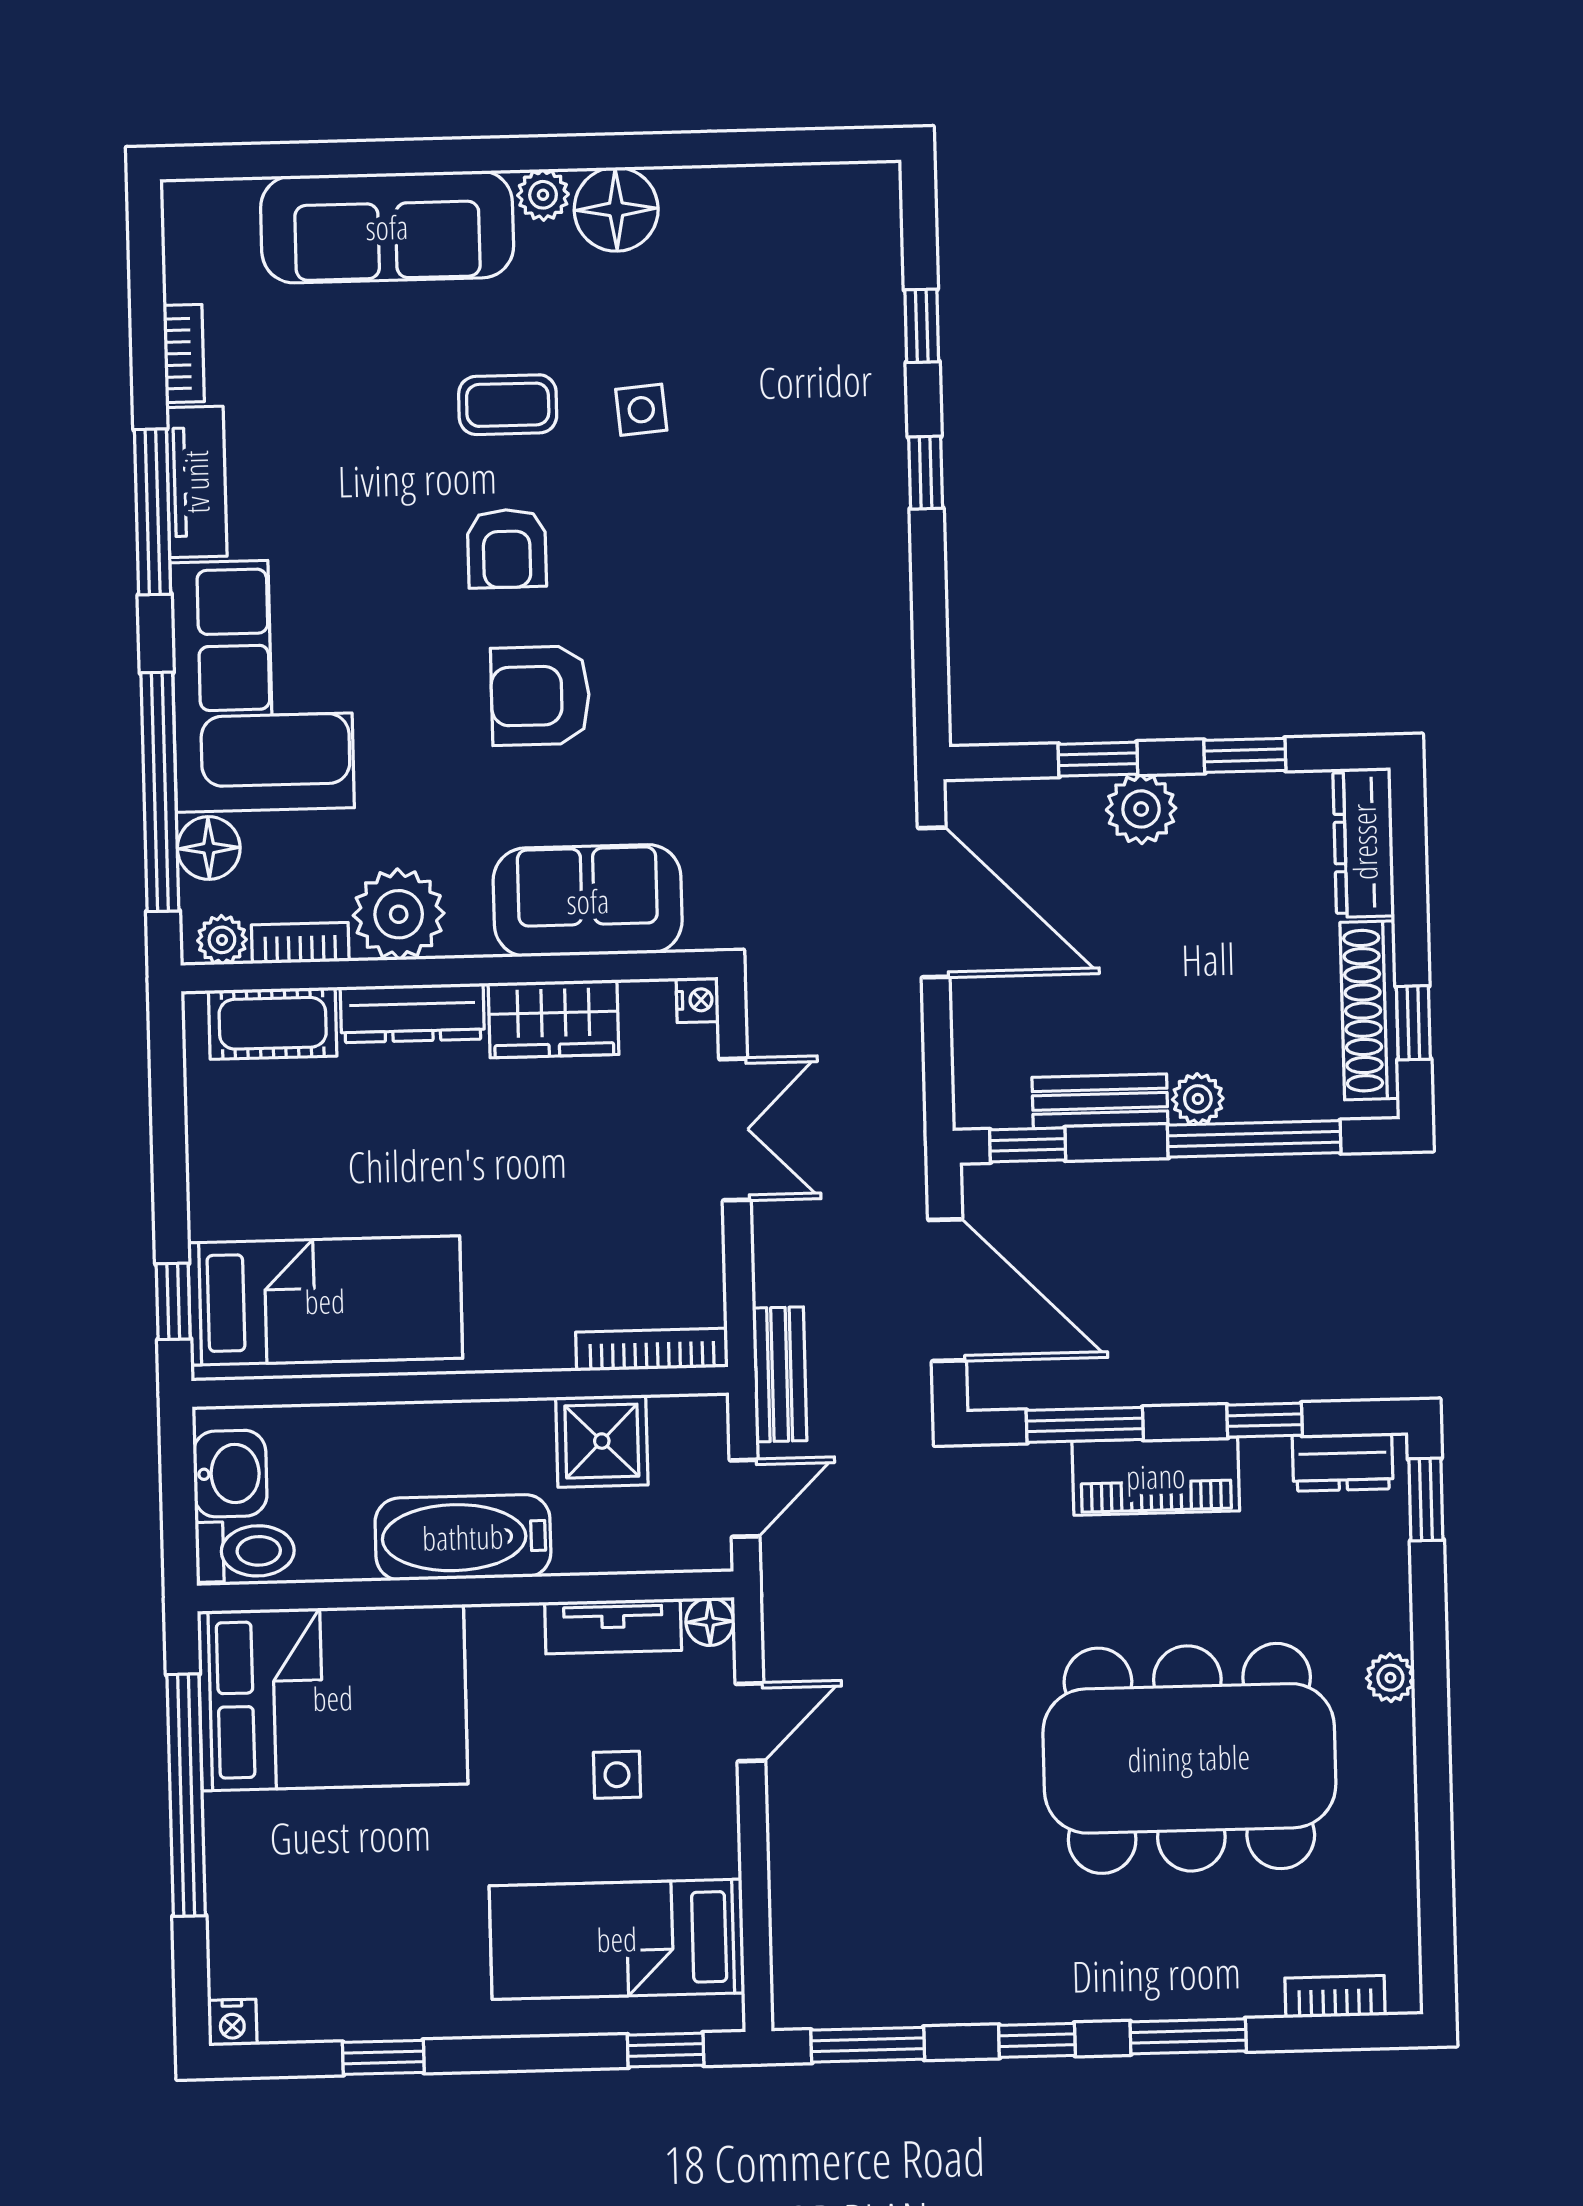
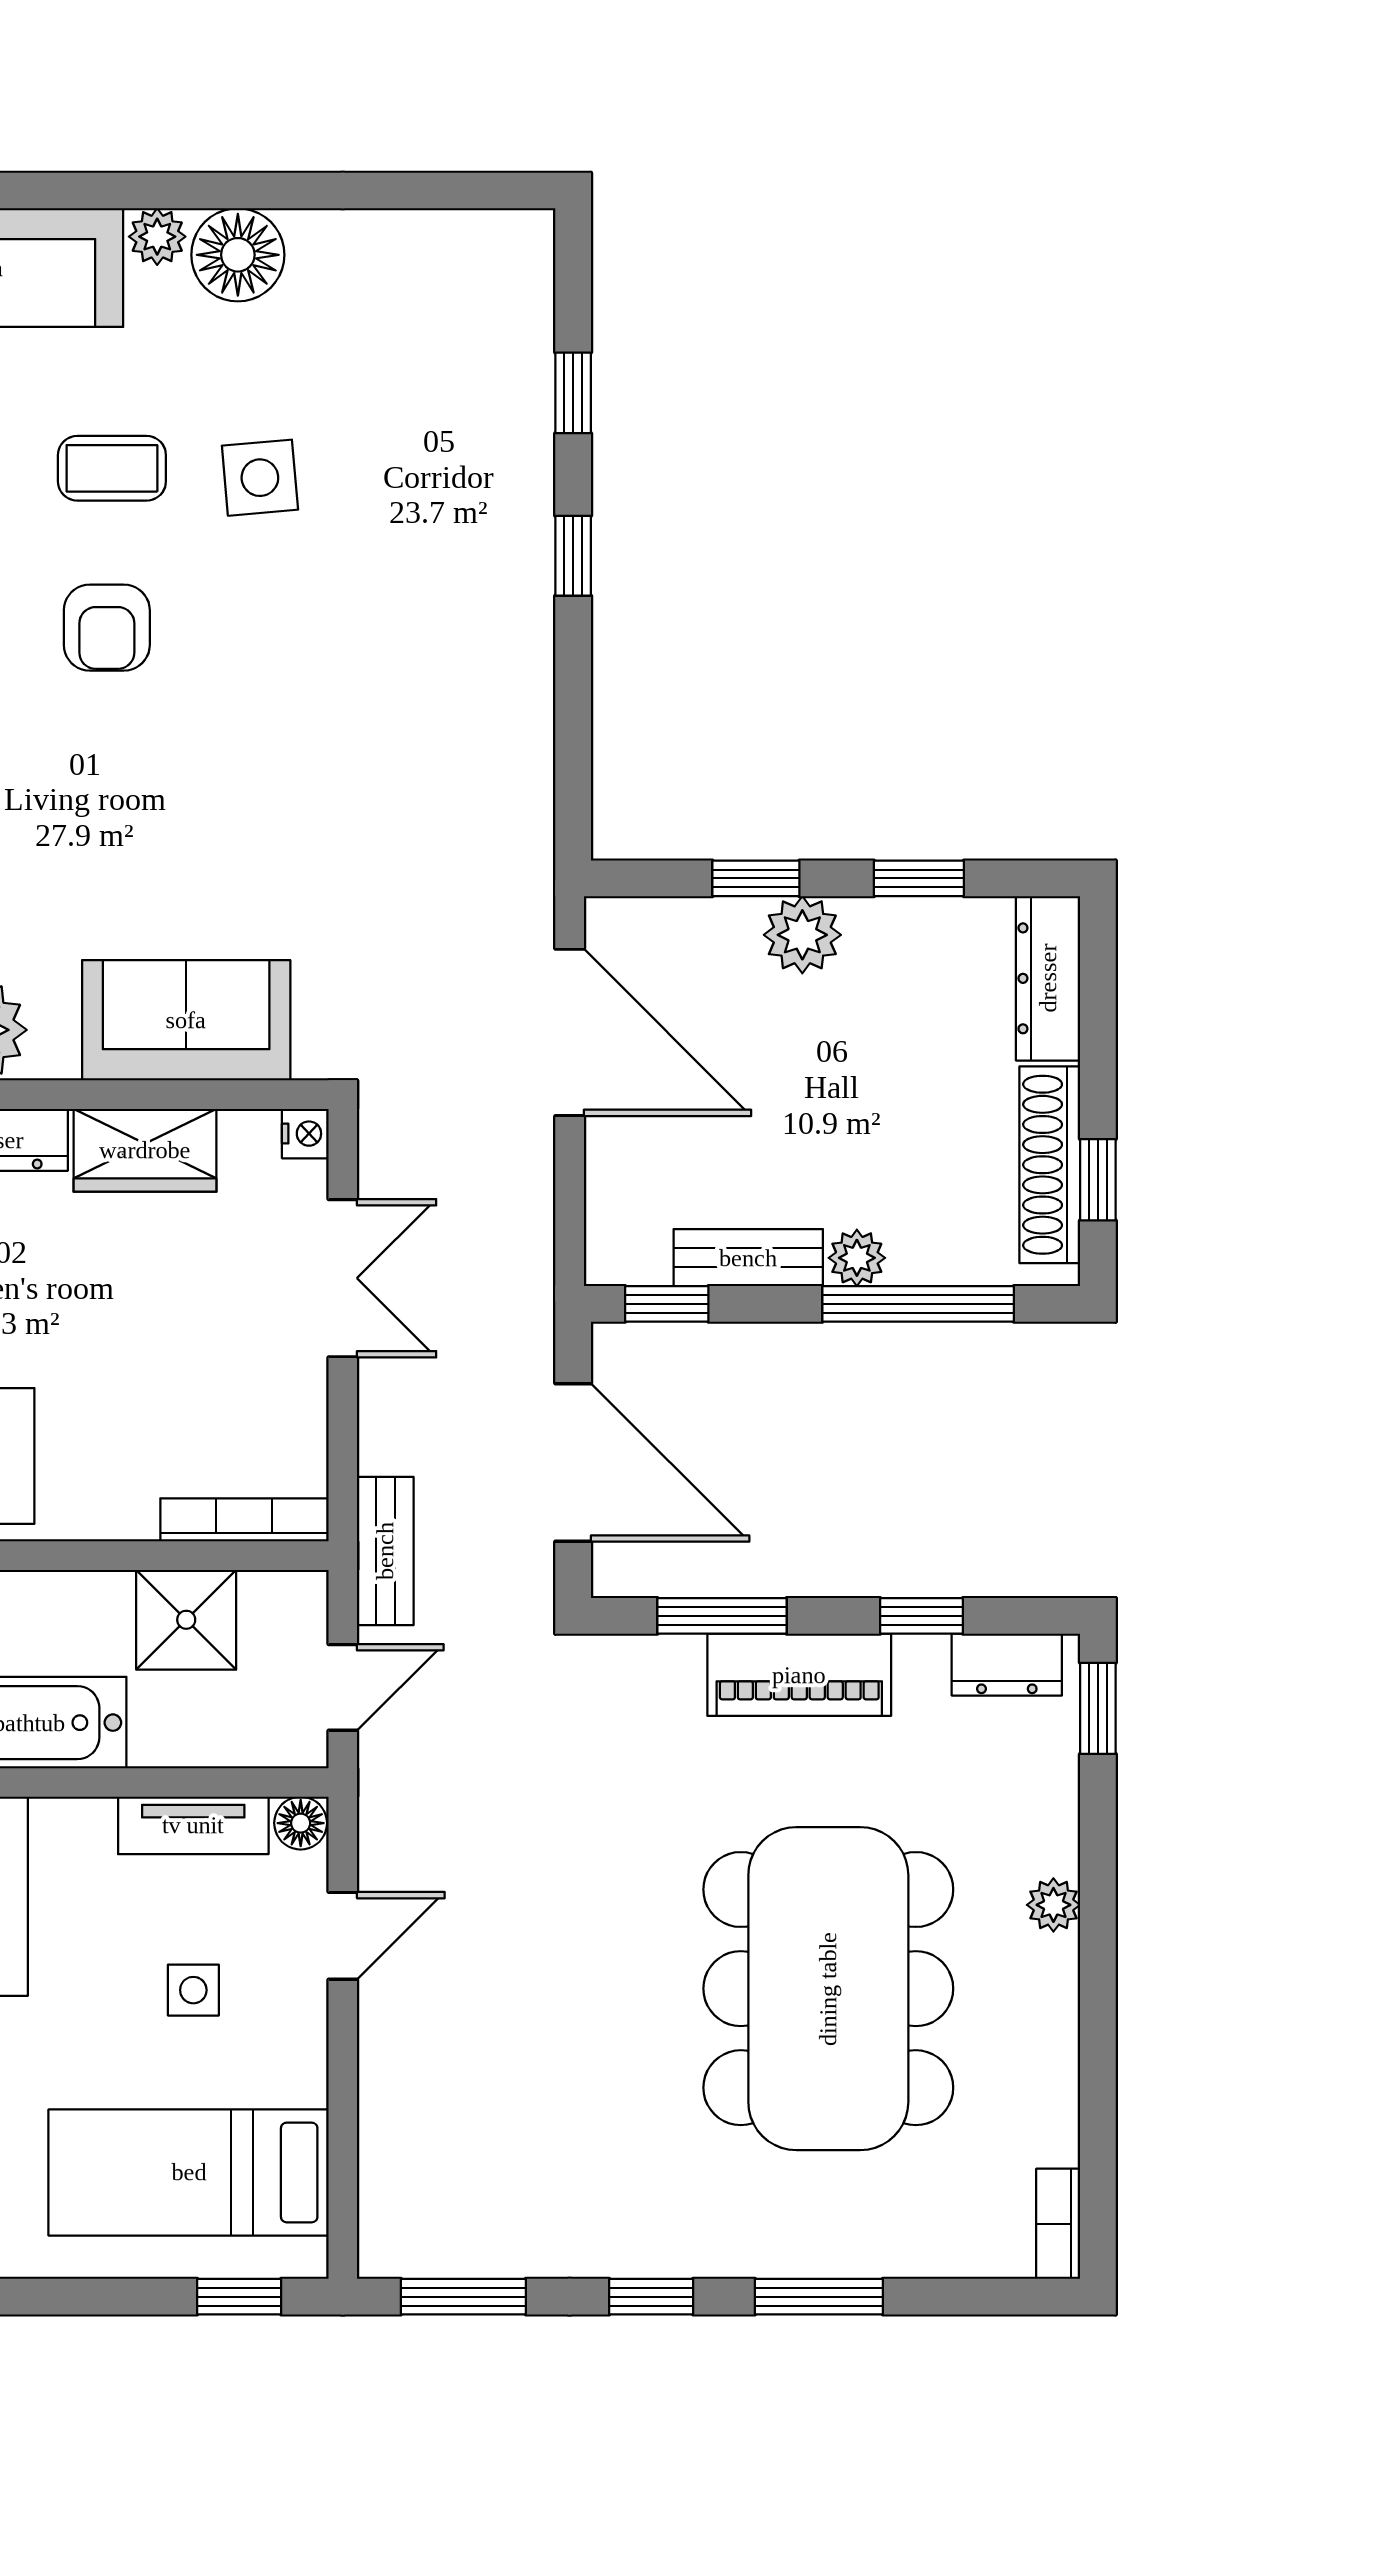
side table: (641, 410) -> (260, 478), width x1.37, depth x1.37
armchair: (540, 696) -> (140, 792), removed
dining table: (1189, 1758) -> (828, 1989), turned 90
bookcase: (1335, 1997) -> (1058, 2224), moved, turned -90

